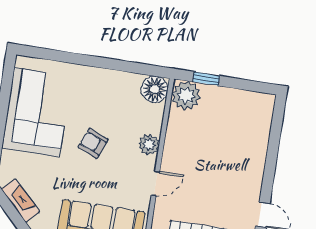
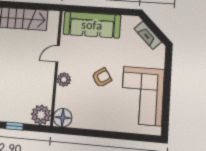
window: (206, 79) -> (14, 126), moved
armchair: (93, 143) -> (102, 78), turned -56

